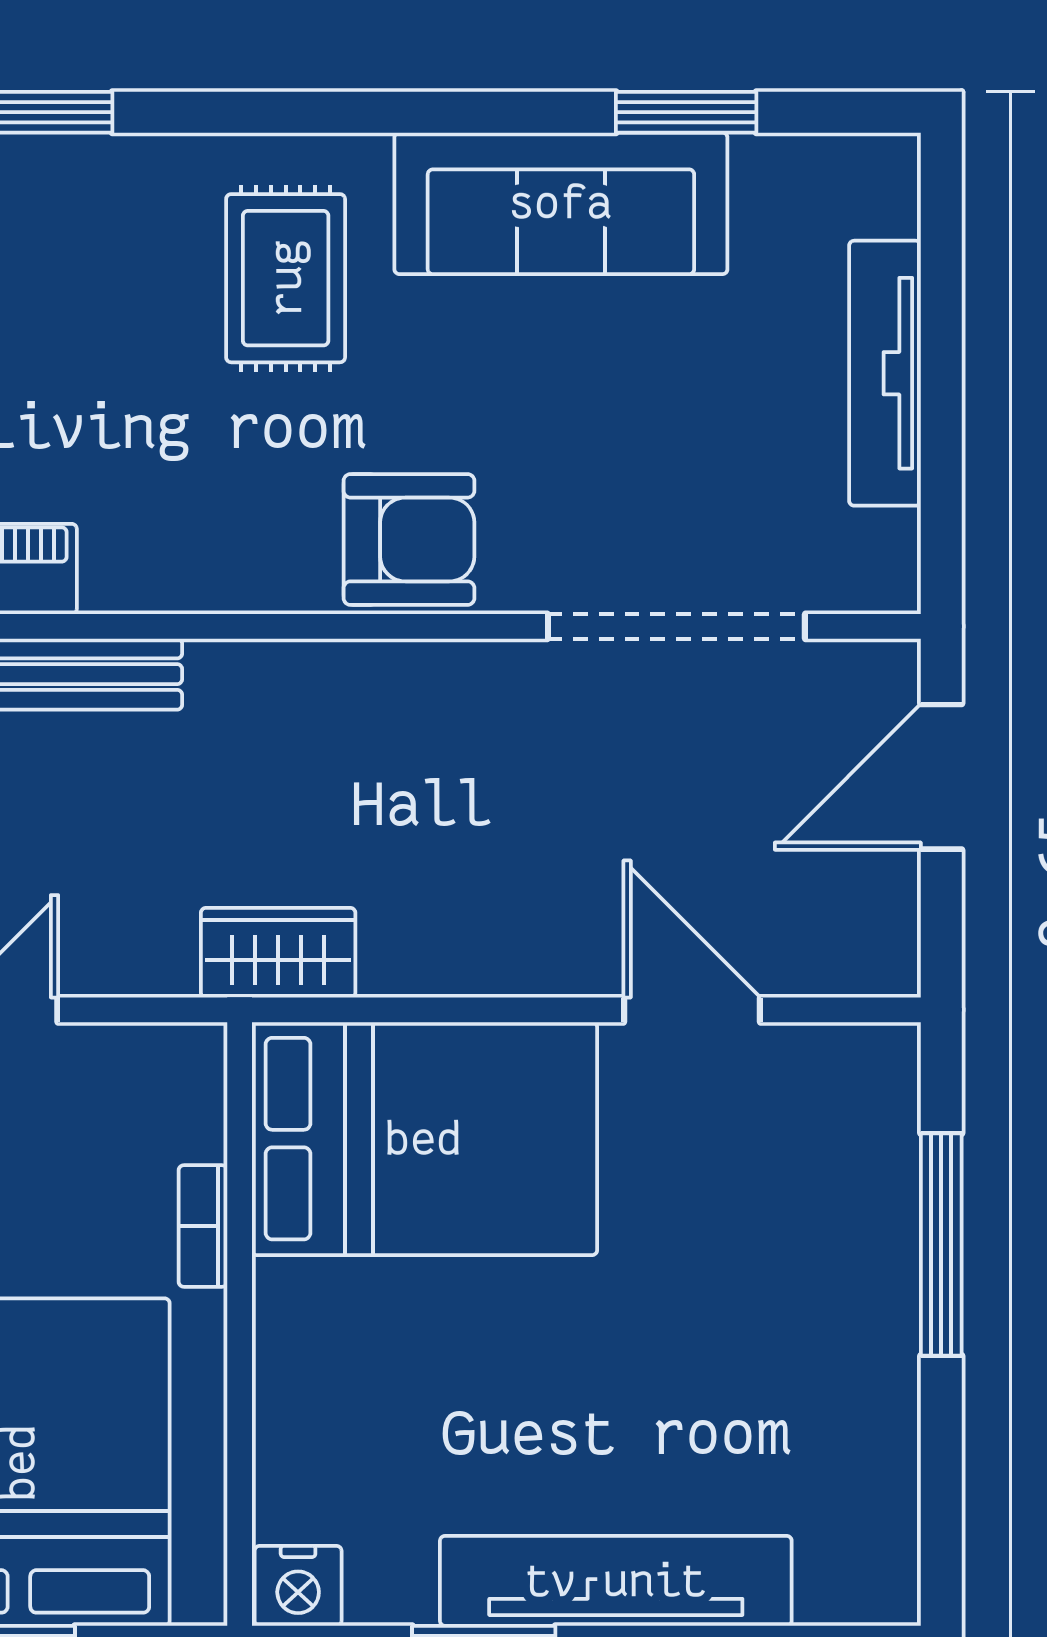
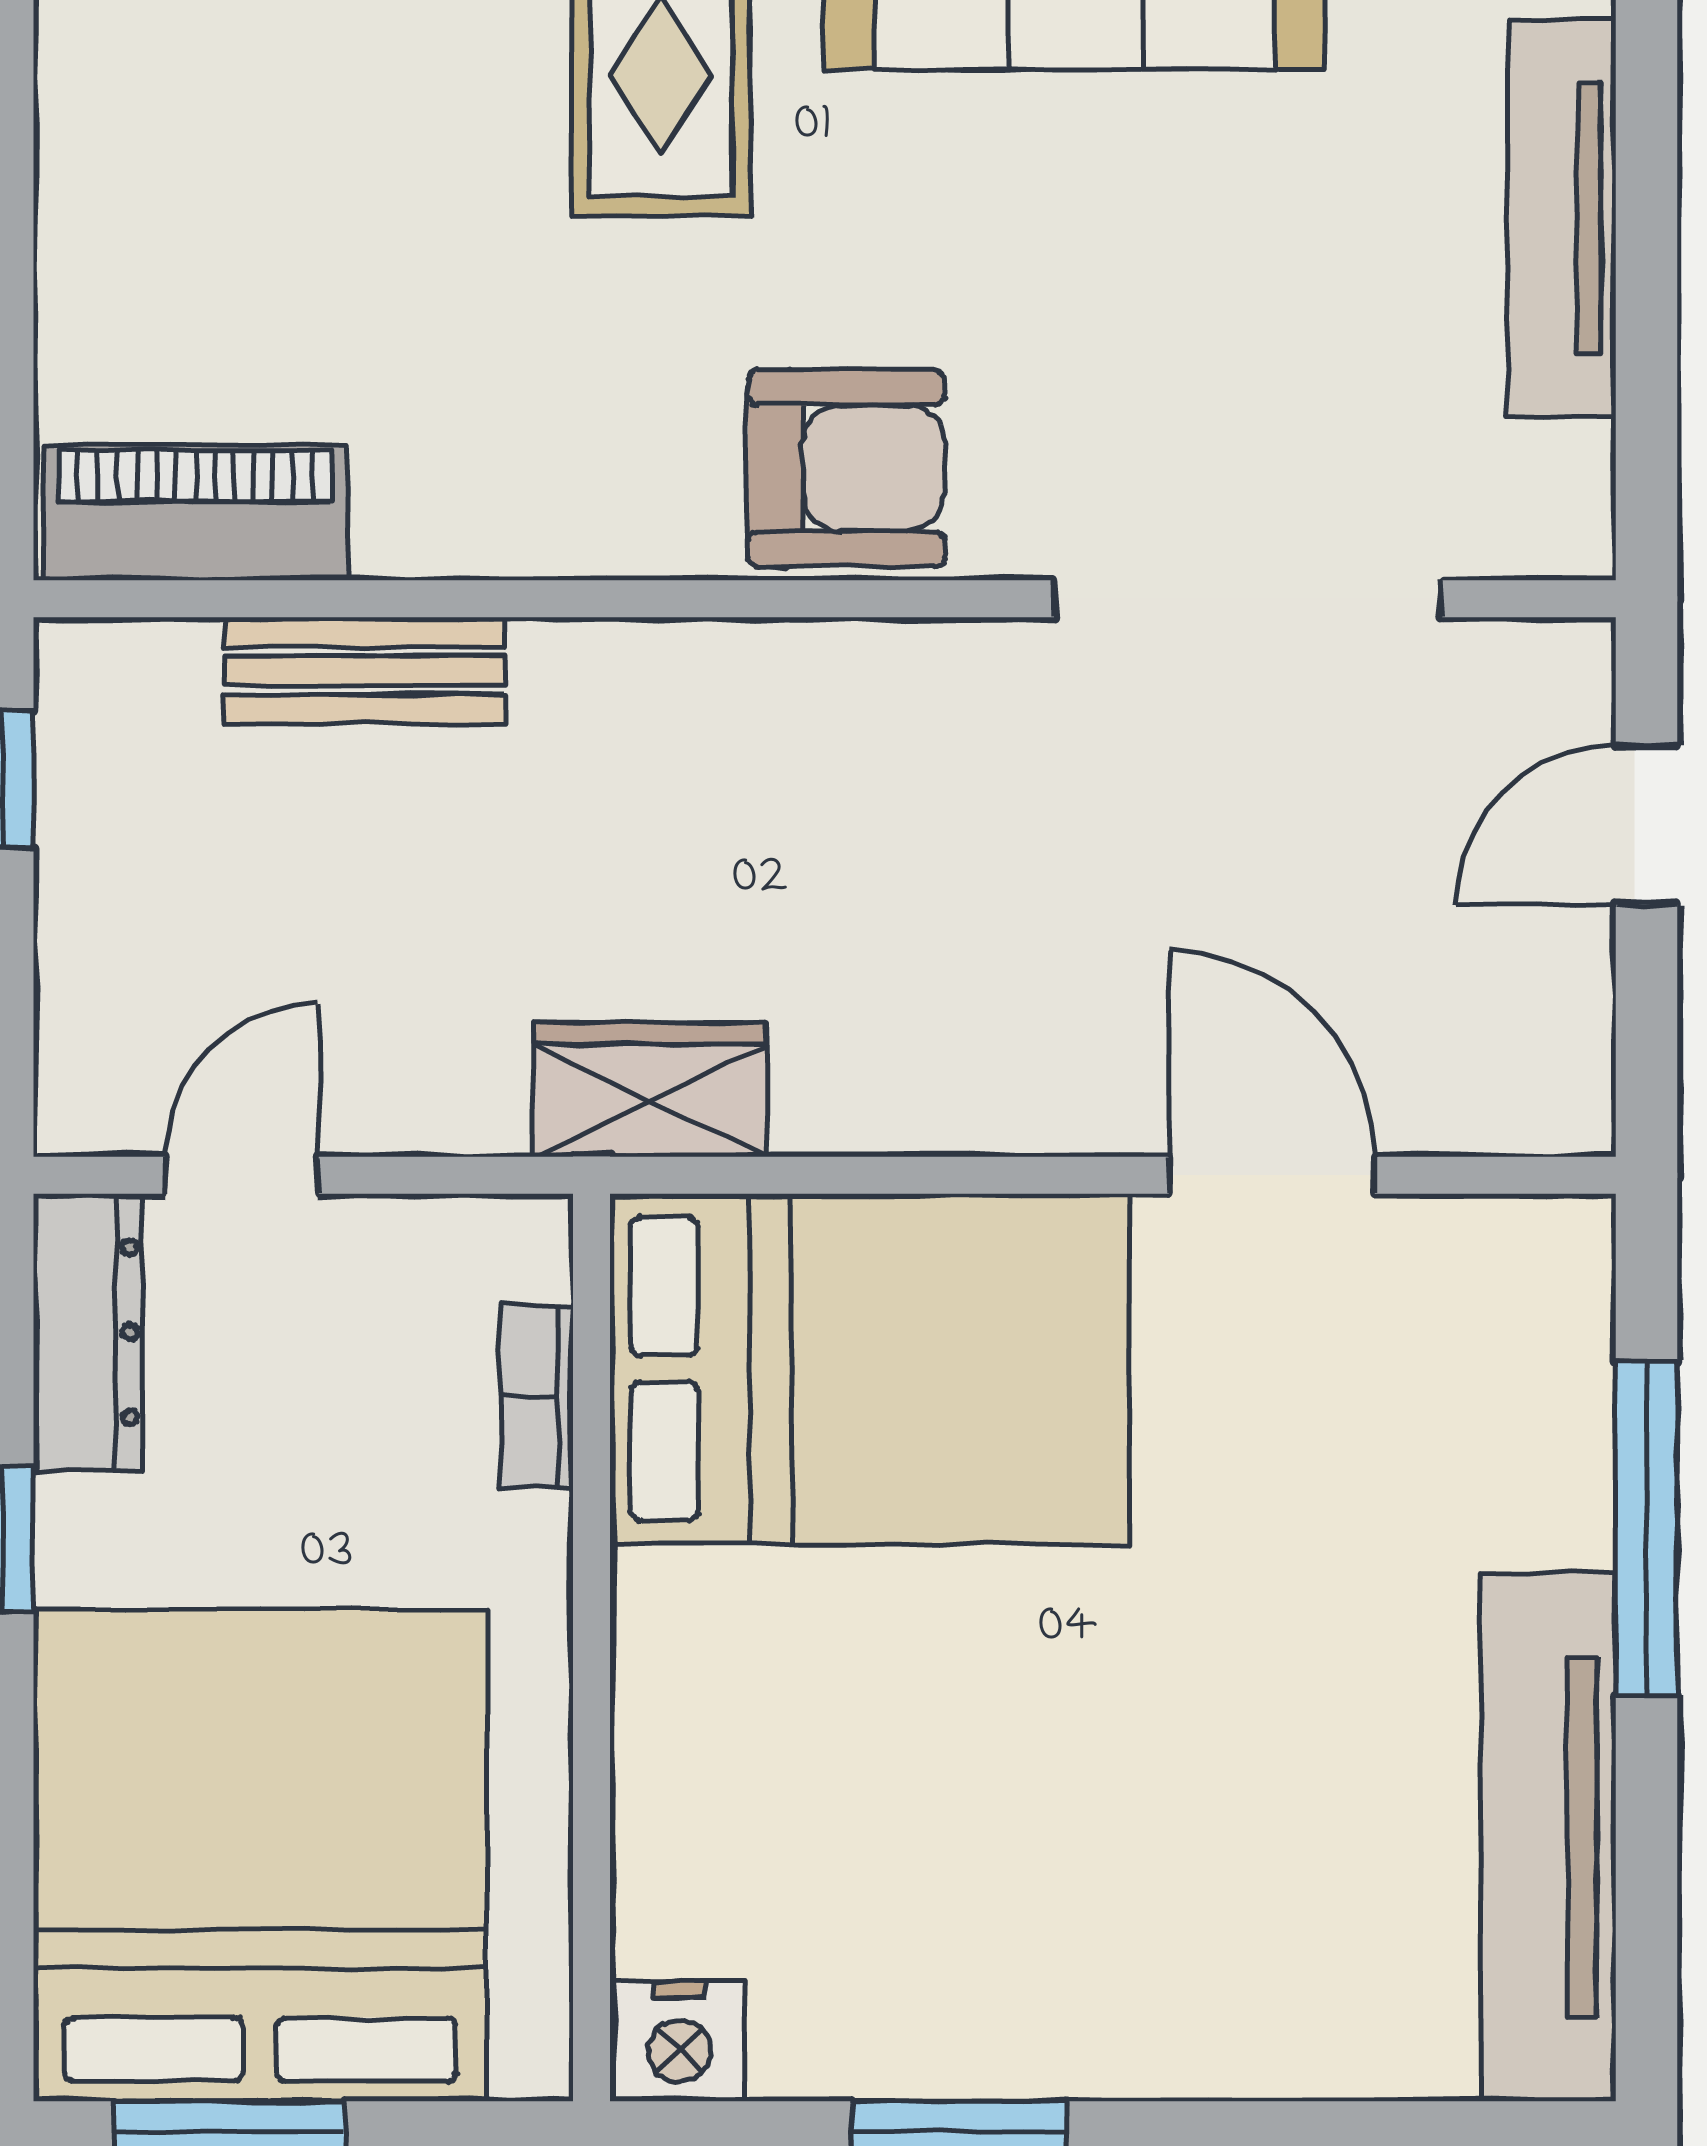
door: (941, 777) -> (1646, 825), width x0.73
bookcase: (203, 1226) -> (537, 1397), moved
tv unit: (616, 1581) -> (1548, 1837), moved, turned -90

